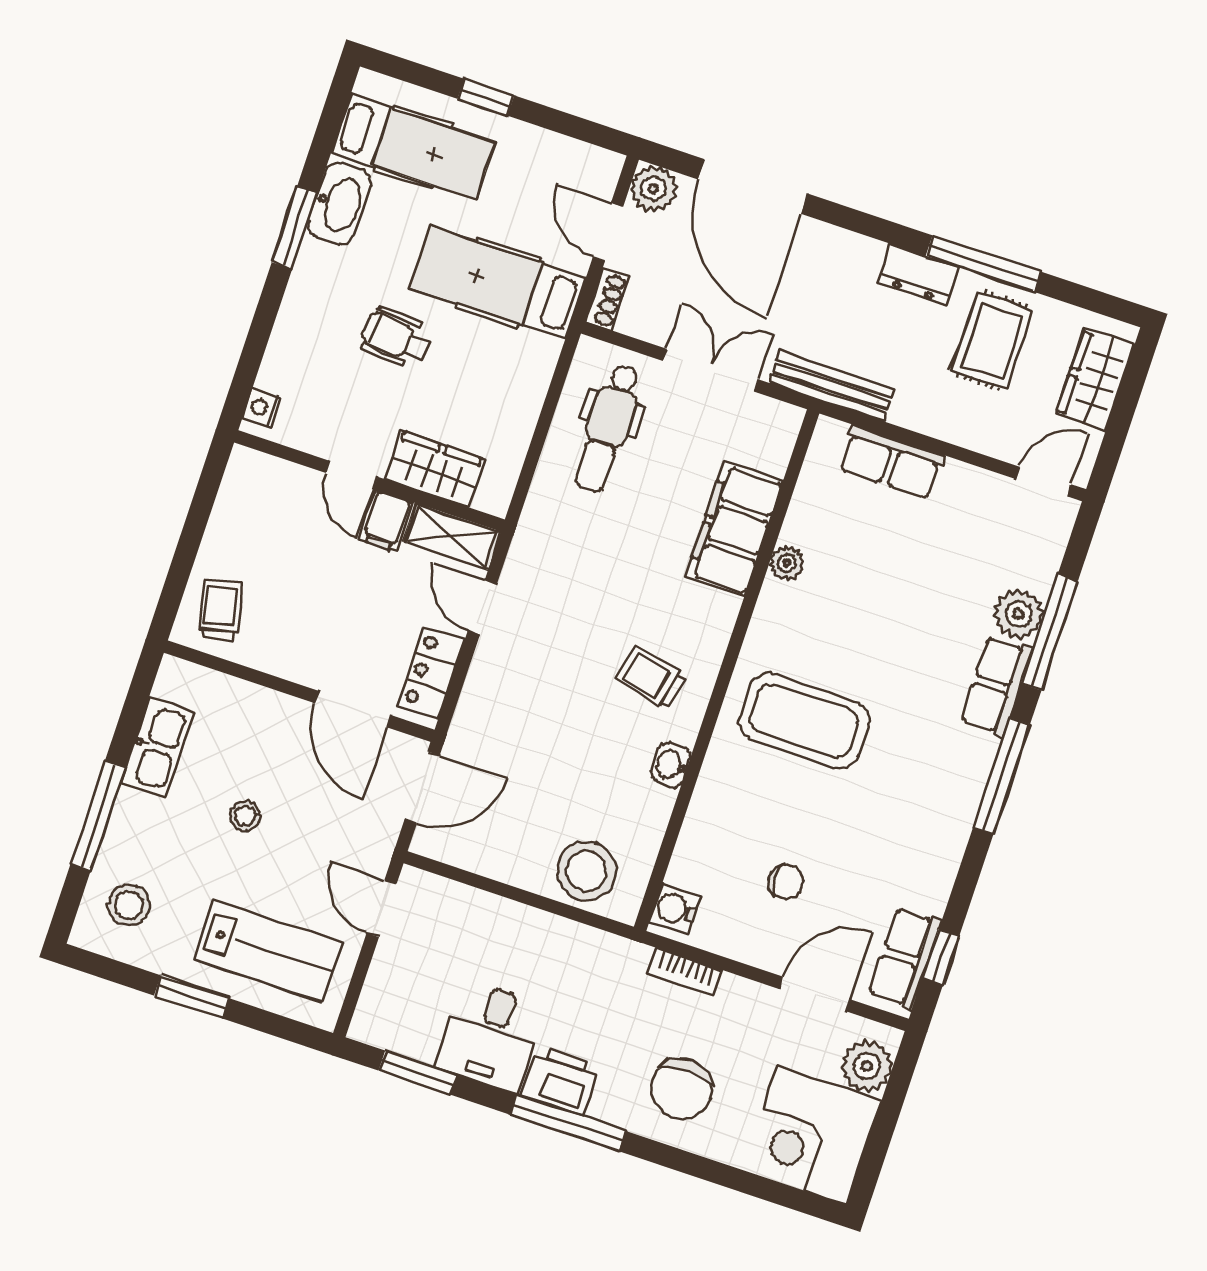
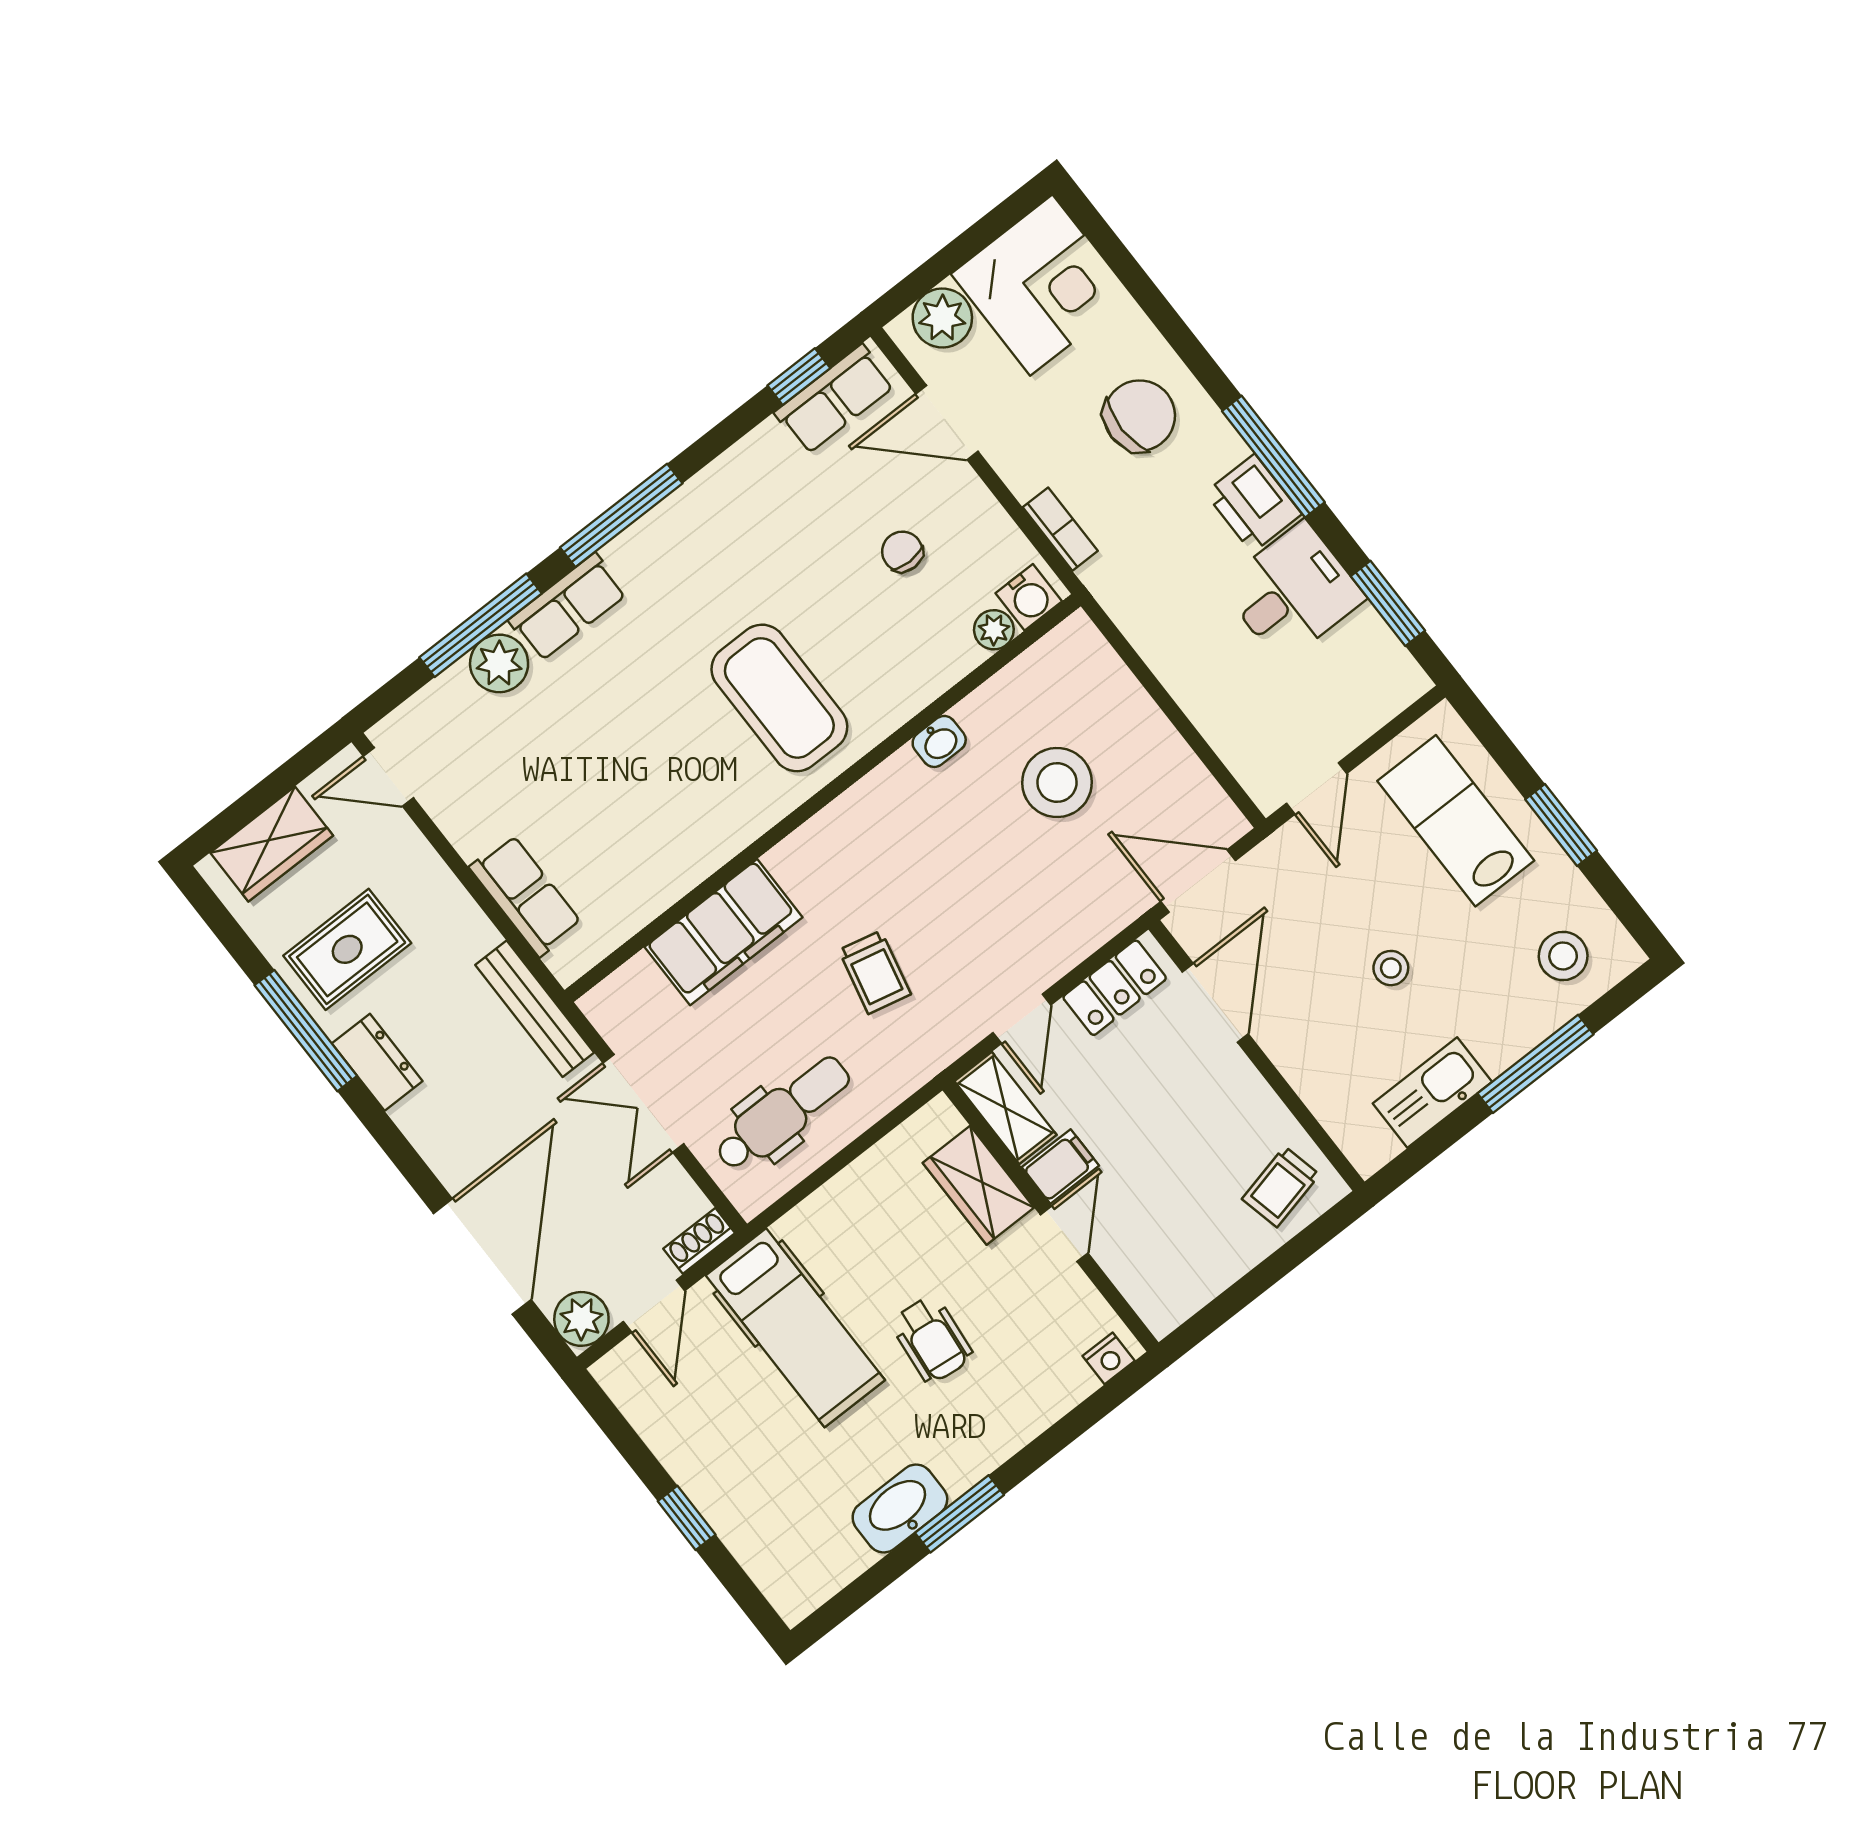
hospital bed: (413, 147) -> (791, 1516), removed
plant: (787, 563) -> (994, 630), moved
trolley: (651, 677) -> (875, 972), moved
stool: (587, 871) -> (1057, 783), moved

